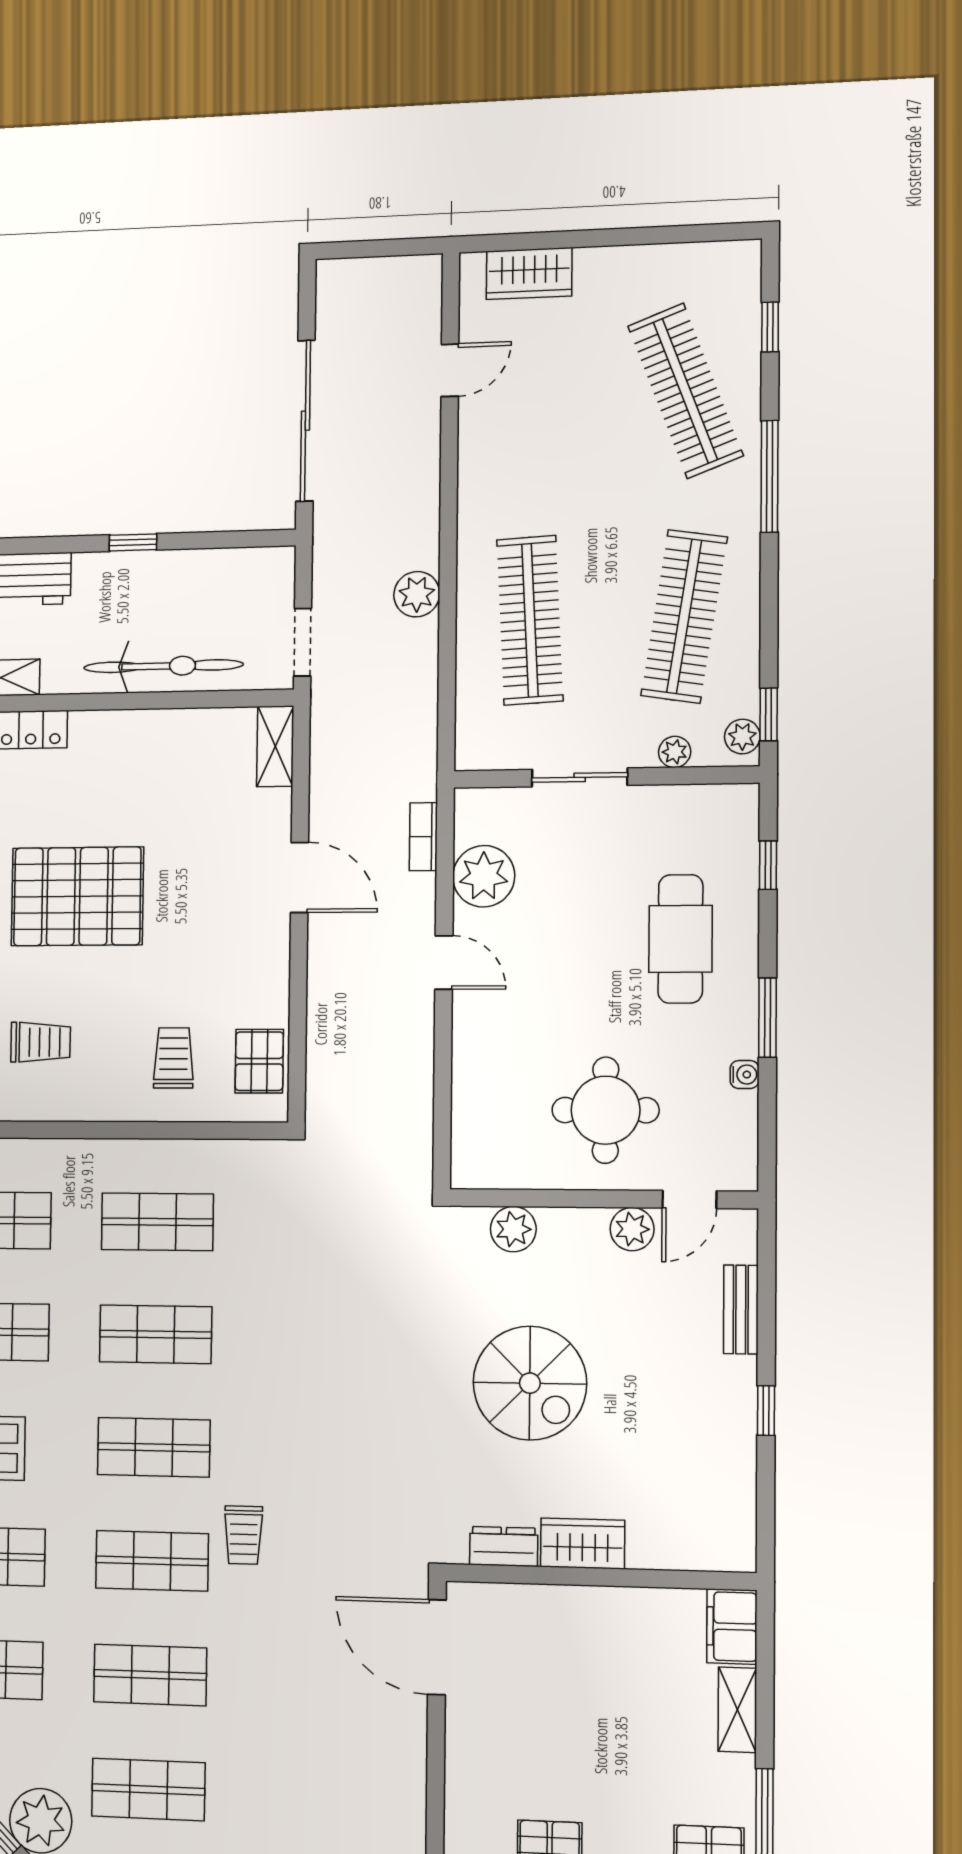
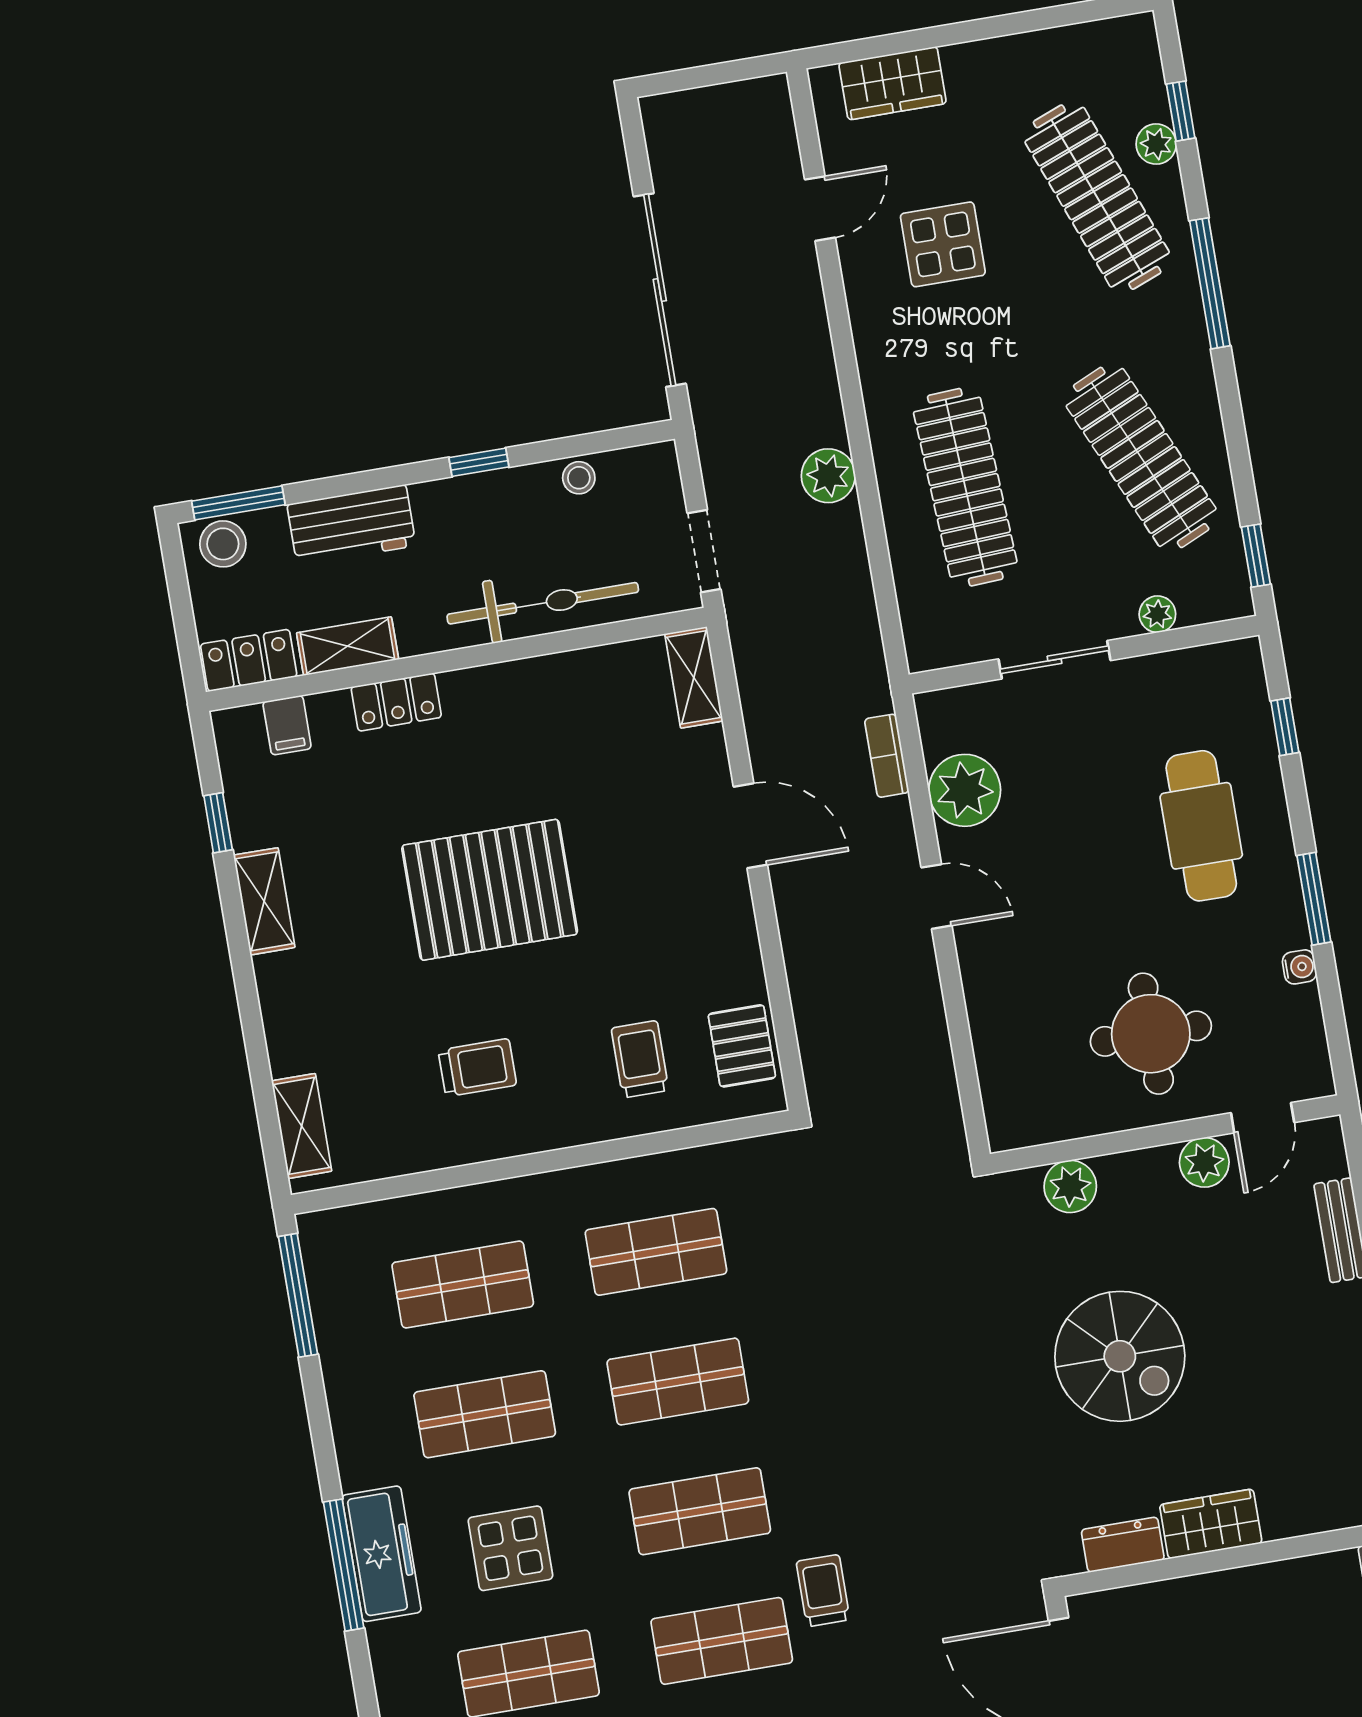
display table: (547, 414) -> (943, 244), added
stool: (211, 567) -> (579, 478), added
clothes rail: (684, 616) -> (1141, 457), turned -33
plant: (742, 737) -> (1156, 144), moved
trolley: (243, 1535) -> (823, 1591), turned 180

